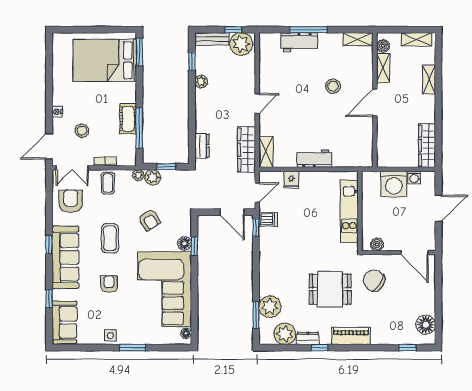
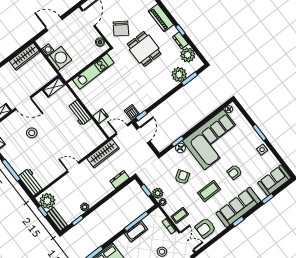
workbench: (299, 42) -> (31, 182), moved
shelving: (266, 152) -> (54, 87), moved

